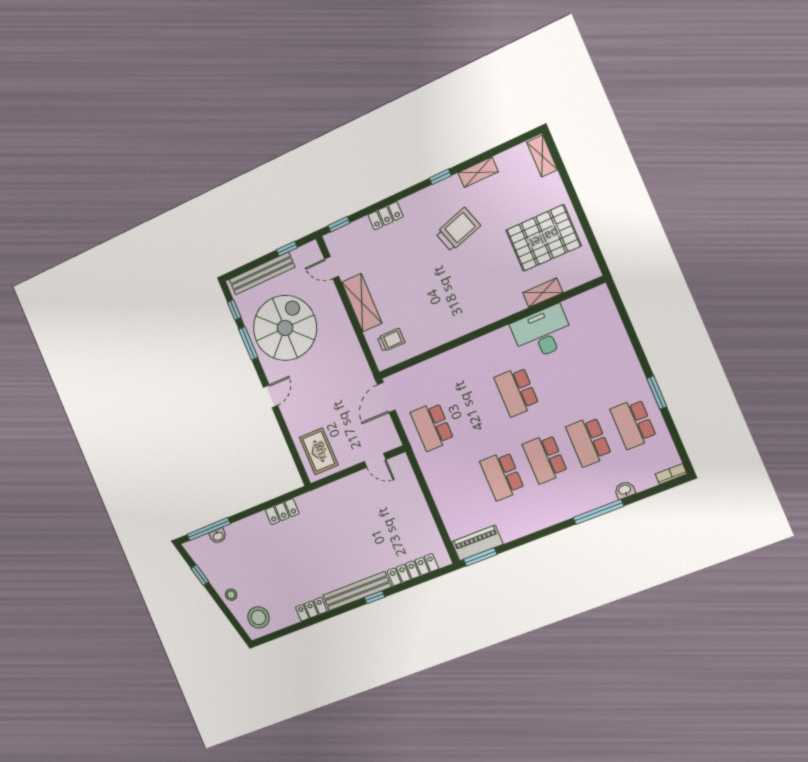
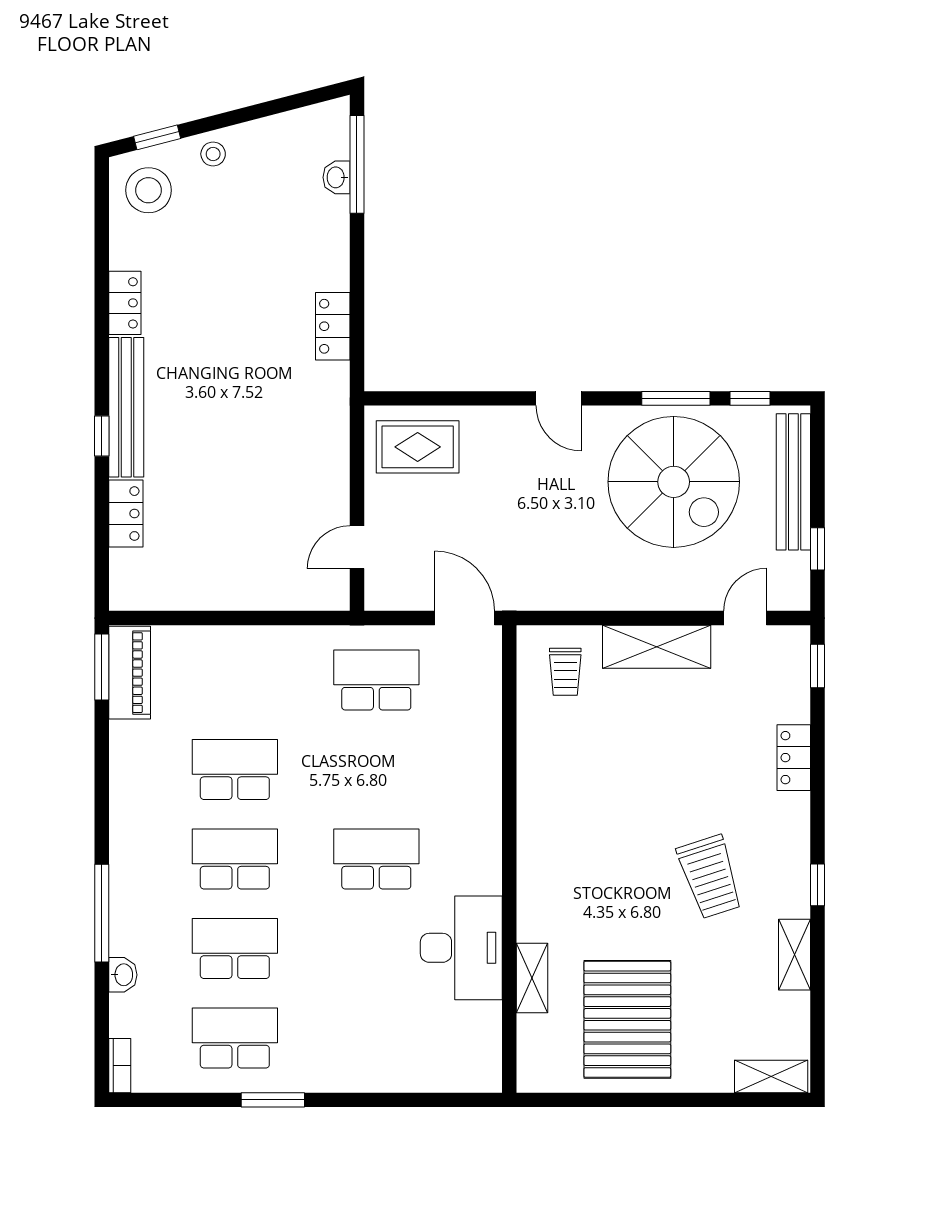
locker: (413, 570) -> (126, 514), width x0.66
window: (200, 575) -> (157, 137), moved

